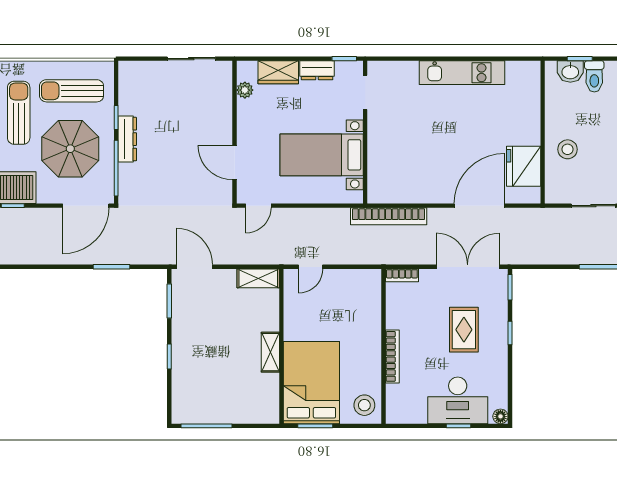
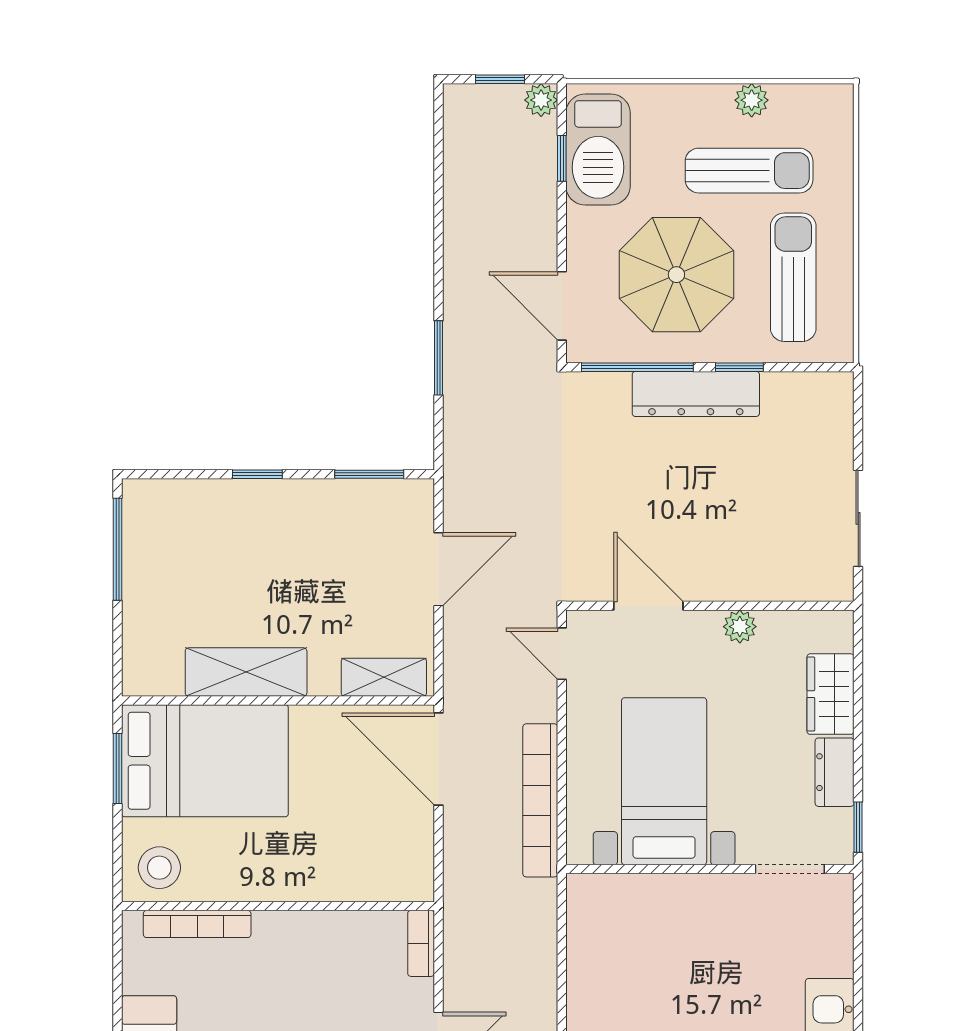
plant: (245, 90) -> (740, 627), moved
dresser: (127, 139) -> (696, 394), width x1.37, depth x1.24
door: (235, 163) -> (648, 606), hinge flipped
door: (86, 206) -> (562, 306), width x0.73
bookcase: (389, 216) -> (540, 800), moved
door: (194, 267) -> (438, 569), moved
door: (310, 267) -> (438, 759), width x1.87
shelving: (258, 278) -> (384, 677), moved, turned 90
shelving: (270, 352) -> (246, 672), width x1.50, depth x1.33
bookcase: (392, 356) -> (197, 924), moved

